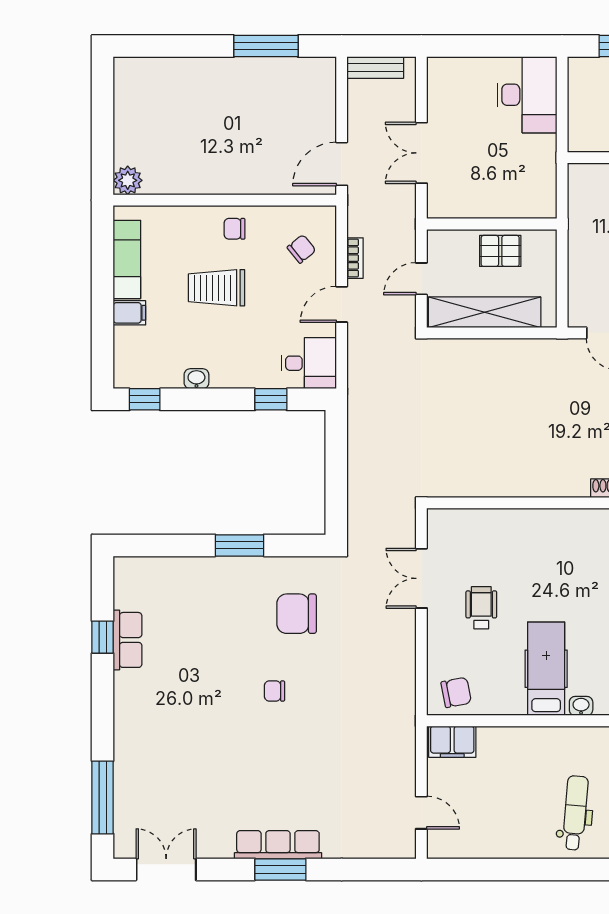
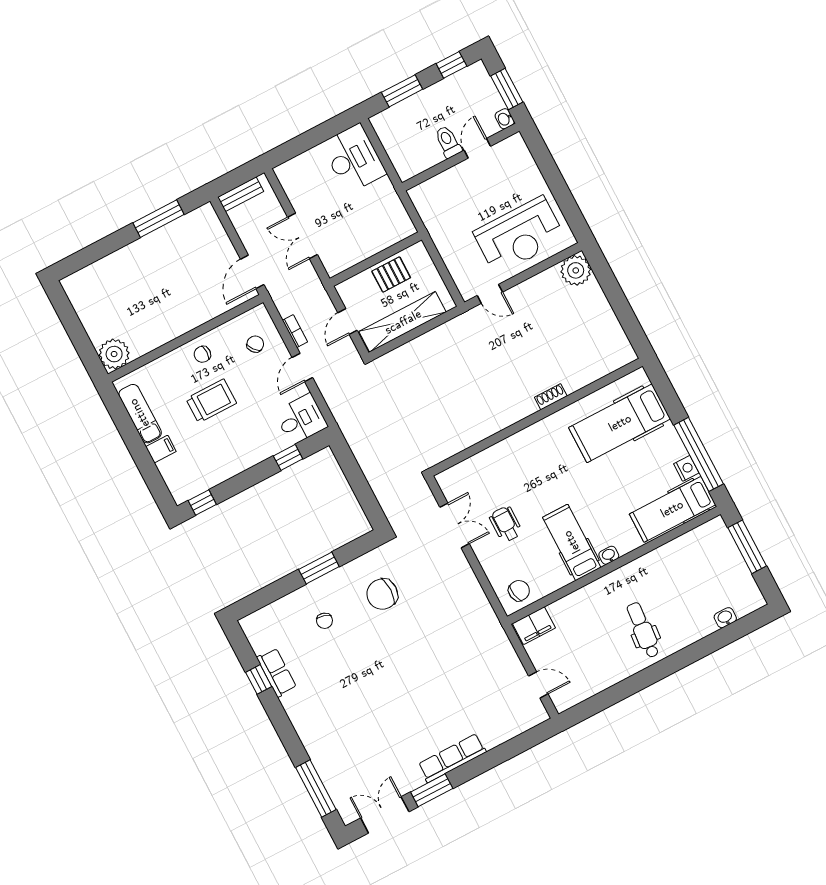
plant: (128, 180) -> (114, 354), width x1.36, depth x1.36
trolley: (216, 288) -> (211, 401), turned 180
washbasin: (196, 379) -> (230, 470), removed
double door: (421, 578) -> (455, 525), swing flipped
chair: (274, 691) -> (324, 621), moved, turned -73
window: (280, 869) -> (432, 790), moved

